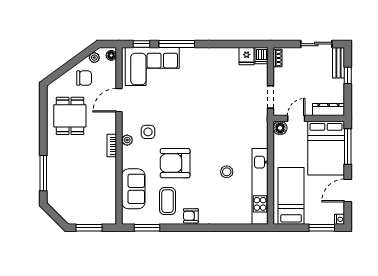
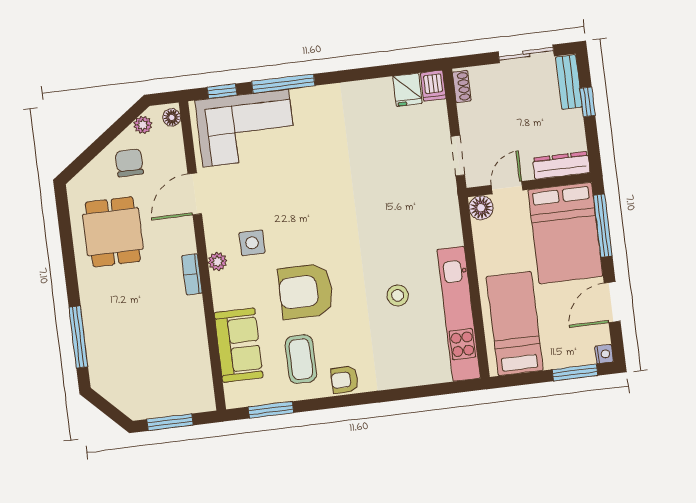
chair: (84, 78) -> (129, 163), turned -90

